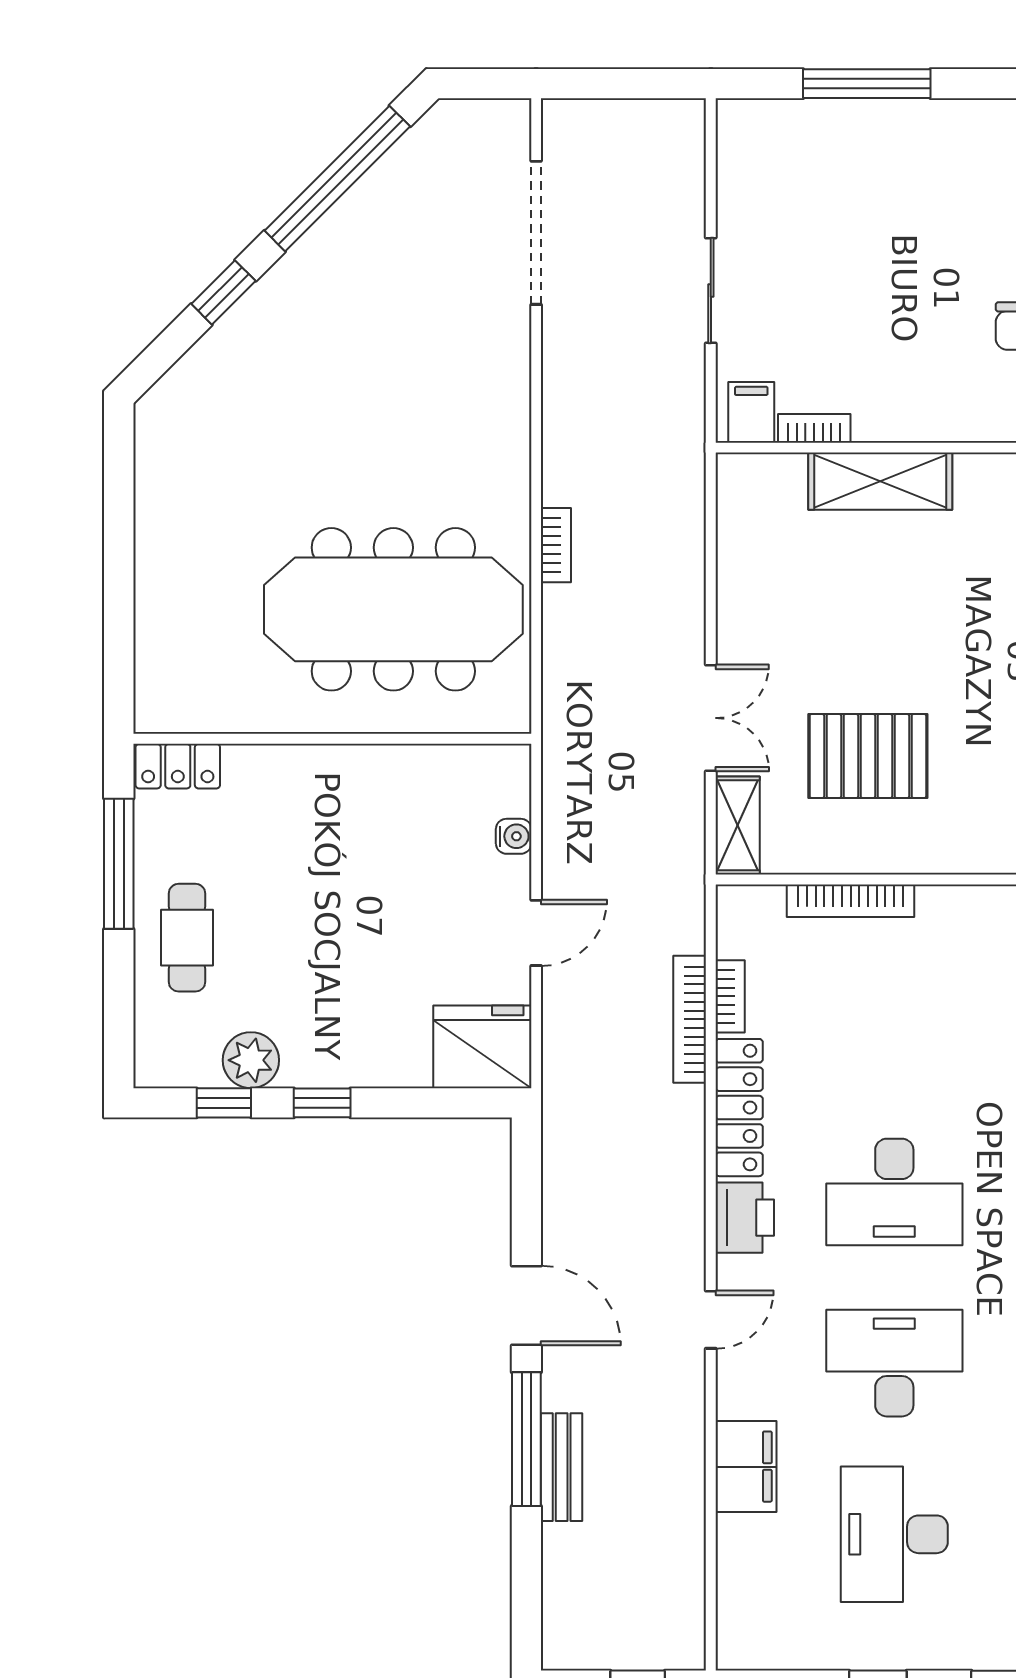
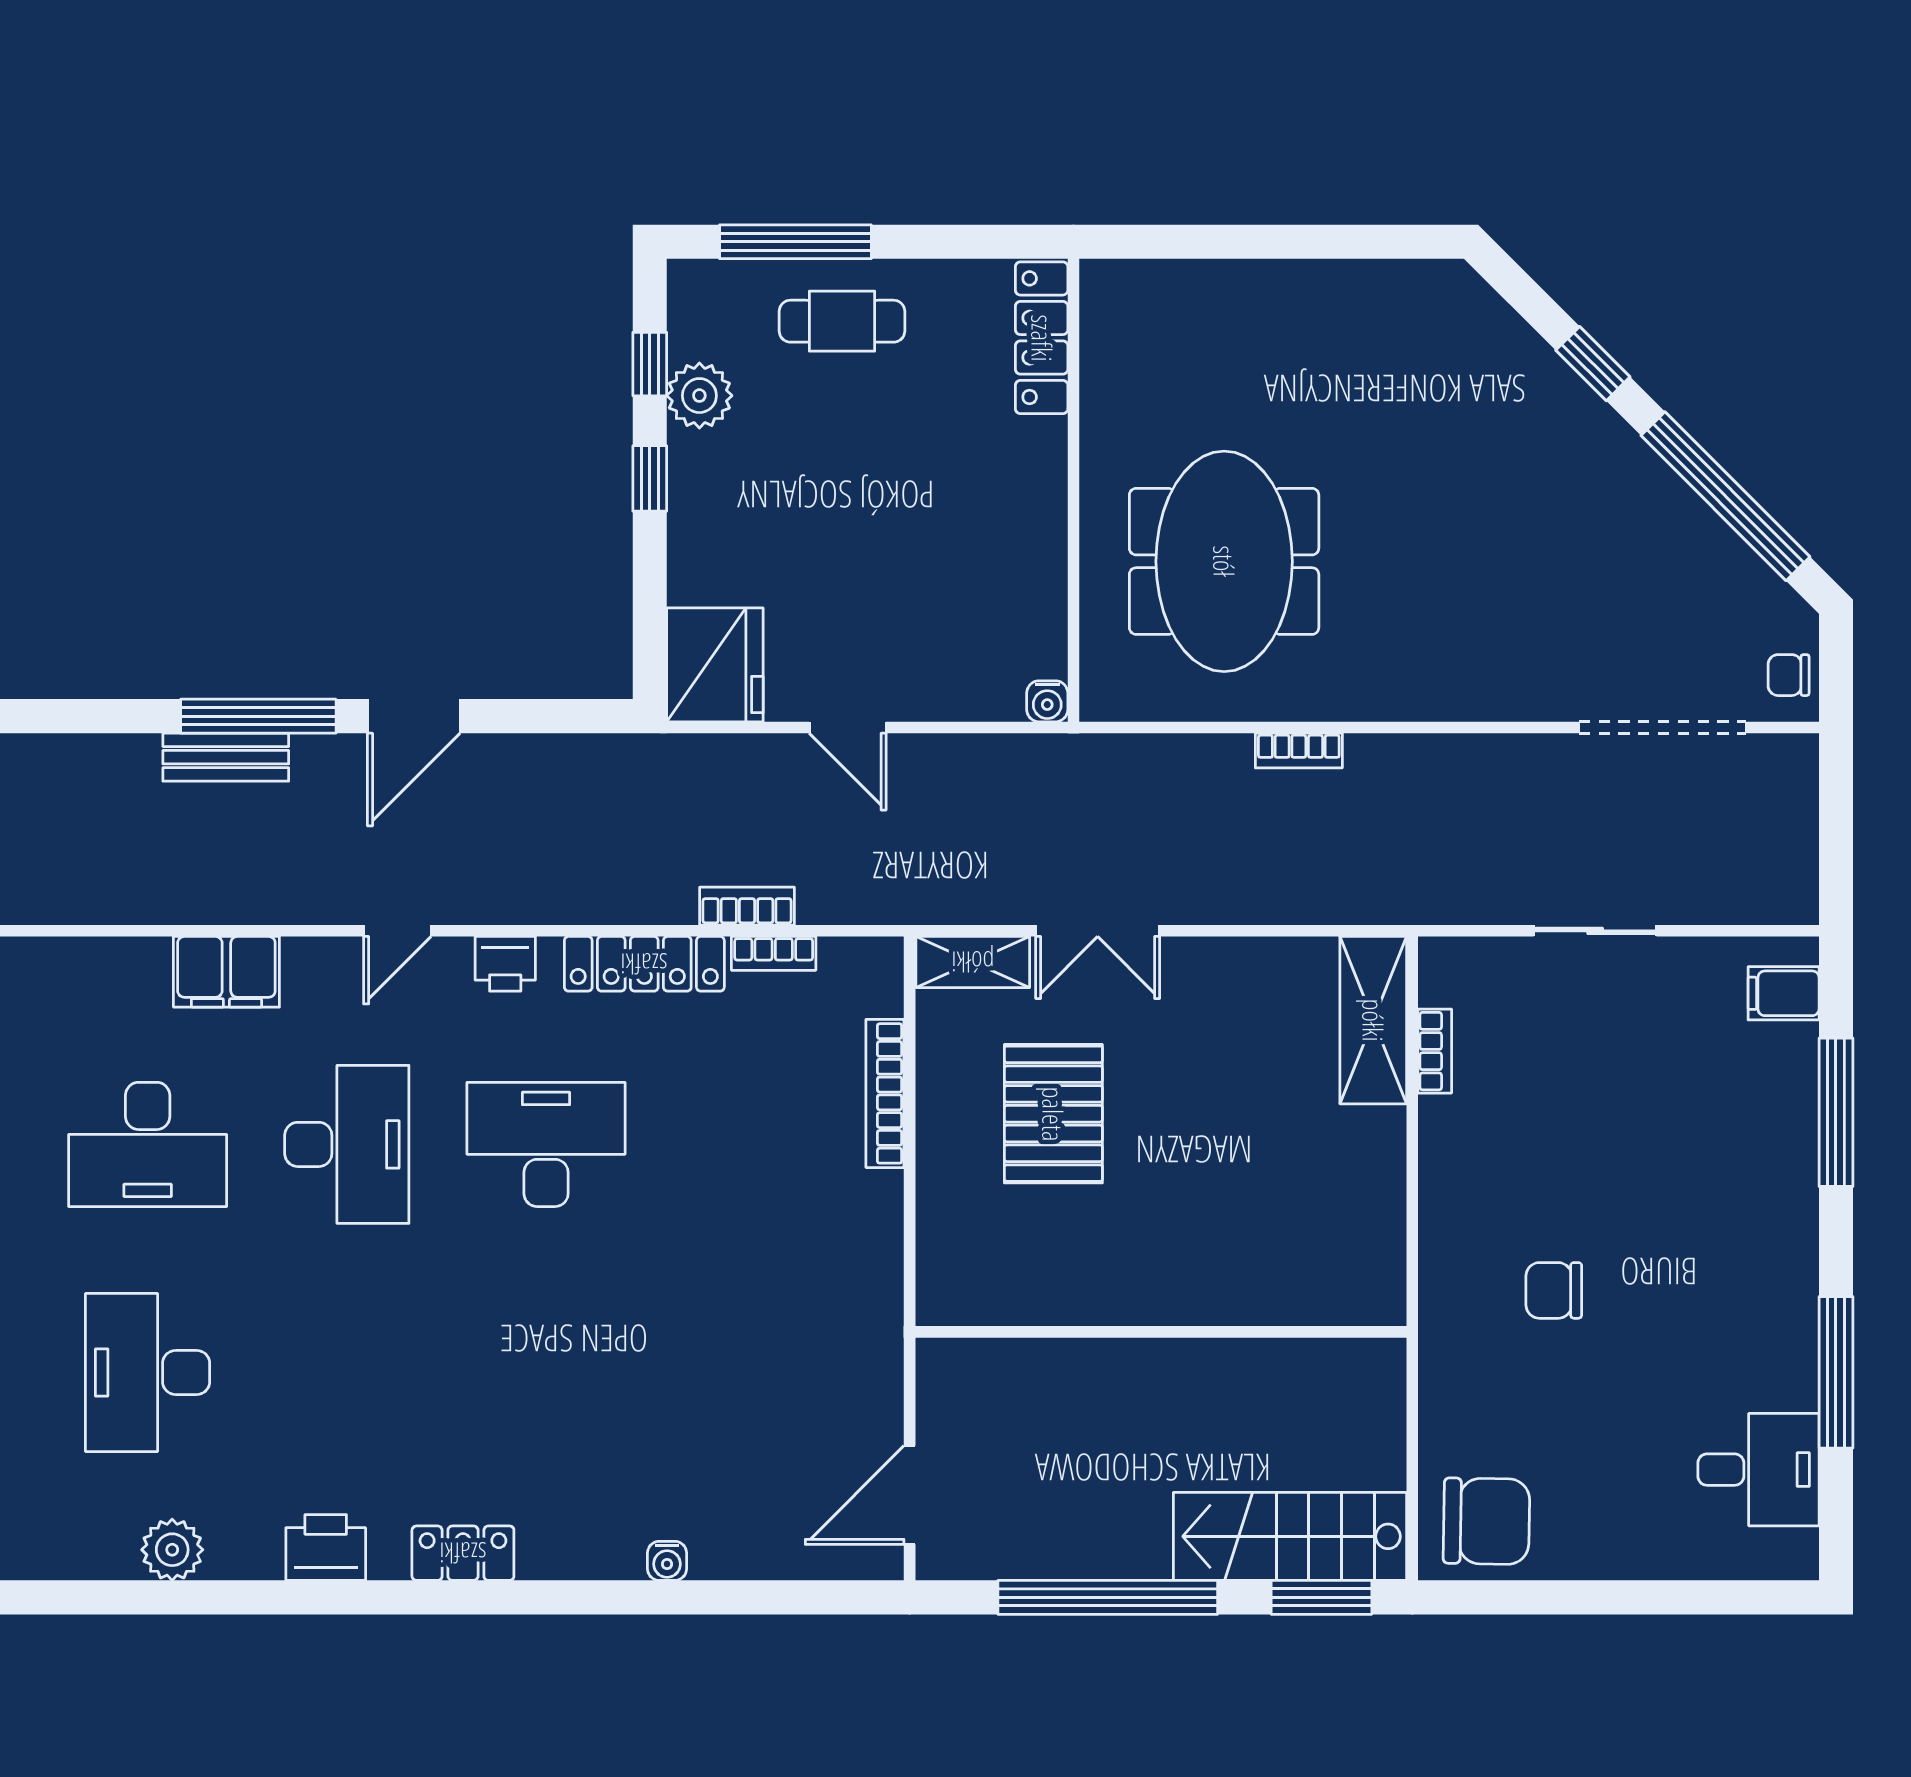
chair: (491, 124) -> (1789, 675), added
filing cabinet: (751, 412) -> (1784, 993), moved, turned 180
shelving: (880, 481) -> (1373, 1020), moved
meeting table: (393, 609) -> (1224, 561), width x0.73
locker: (178, 766) -> (1042, 338), width x1.53
water cooler: (514, 836) -> (1047, 701), moved
window: (119, 864) -> (795, 242), moved
bookcase: (690, 1019) -> (747, 906), width x0.64
desk: (894, 1192) -> (546, 1144), turned 90
printer: (745, 1218) -> (505, 964), width x0.73, depth x0.81
door: (711, 1320) -> (397, 931), hinge flipped
desk: (894, 1534) -> (148, 1144), turned 180

